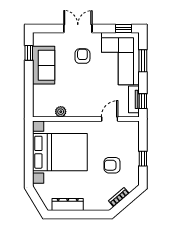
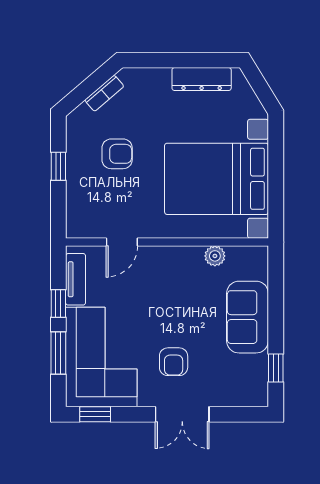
sofa: (44, 65) -> (248, 317), moved
window: (143, 101) -> (58, 303), moved

